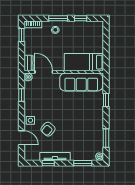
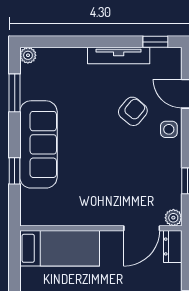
door: (44, 72) -> (142, 228), hinge flipped
sofa: (81, 82) -> (38, 144), moved, turned 90
window: (48, 163) -> (155, 42), moved
window: (83, 163) -> (62, 42), removed

